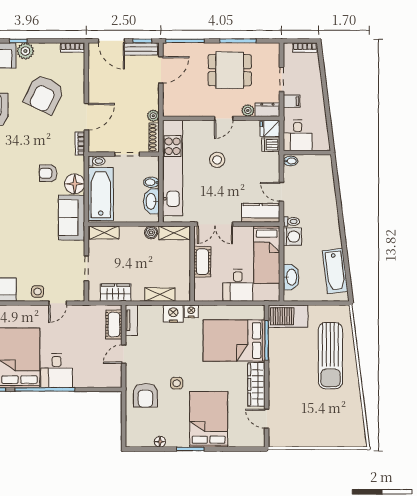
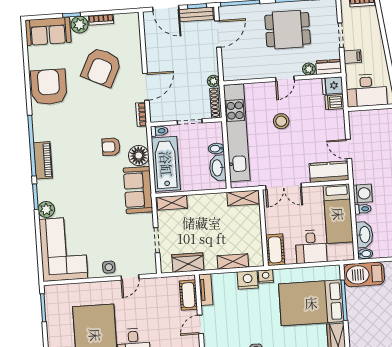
bookcase: (73, 48) -> (101, 20), moved
desk: (298, 135) -> (366, 90), width x1.37
bidet: (291, 161) -> (365, 254), moved
toilet: (291, 221) -> (363, 209), moved
boiler: (151, 232) -> (220, 199), removed
cot: (202, 262) -> (275, 250), moved

